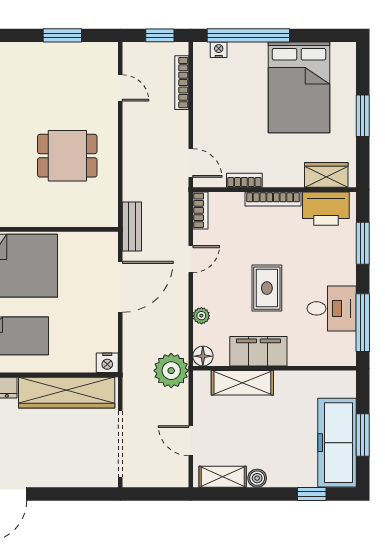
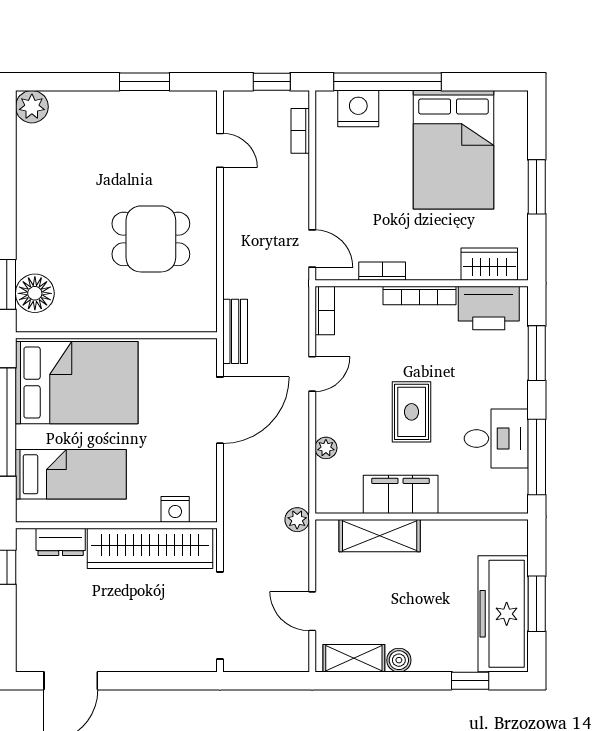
nightstand: (219, 50) -> (358, 109), width x1.89, depth x1.79
bookcase: (182, 83) -> (300, 131), width x0.64
floor lamp: (203, 356) -> (328, 501), removed
nightstand: (107, 363) -> (175, 509), moved
plant: (171, 371) -> (297, 520), width x0.53, depth x0.53

